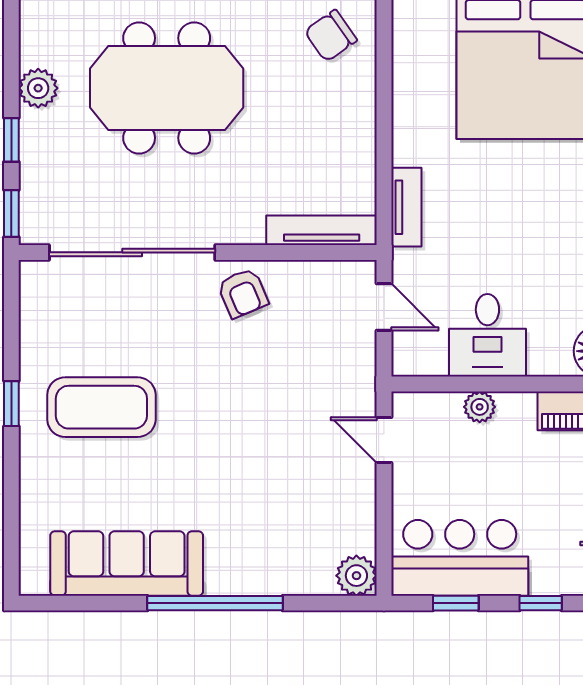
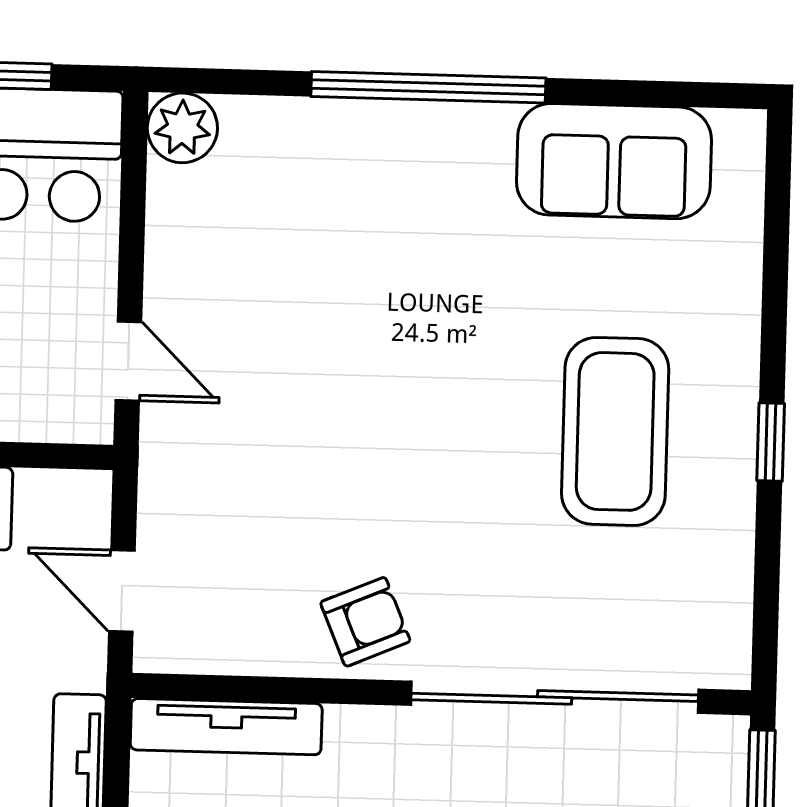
armchair: (243, 293) -> (365, 622), turned 90
coffee table: (101, 407) -> (615, 431), turned 90
sofa: (127, 563) -> (614, 161), width x0.73

